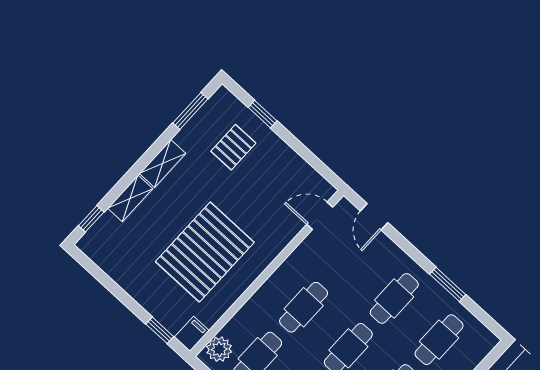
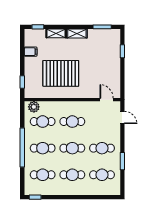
pallet: (233, 147) -> (103, 52), removed
door: (374, 217) -> (122, 117), swing flipped
filing cabinet: (192, 334) -> (31, 52), moved

